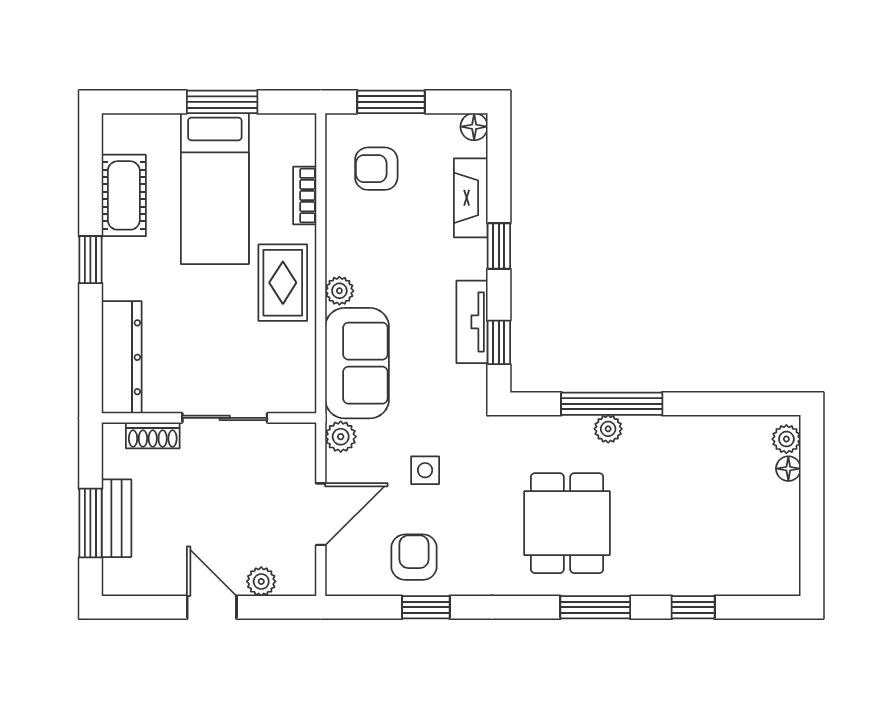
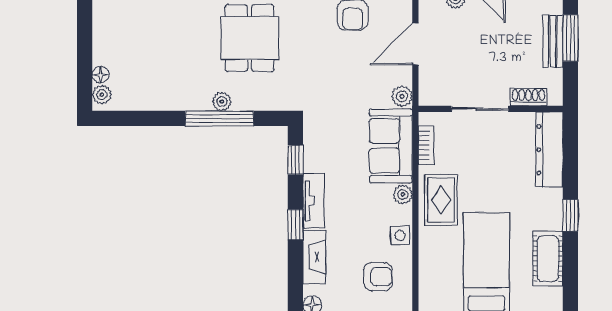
bookcase: (305, 196) -> (426, 145), moved
tv unit: (472, 322) -> (314, 201), moved
side table: (425, 470) -> (400, 235), moved

